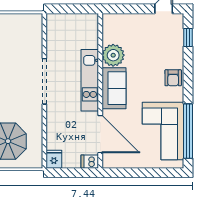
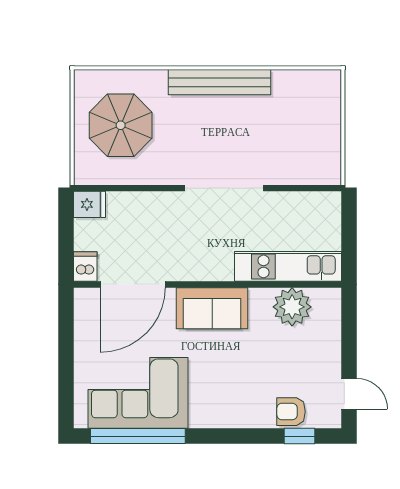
plant: (113, 55) -> (292, 307), moved
armchair: (173, 78) -> (291, 412), moved
kitchen unit: (90, 80) -> (288, 266), moved

